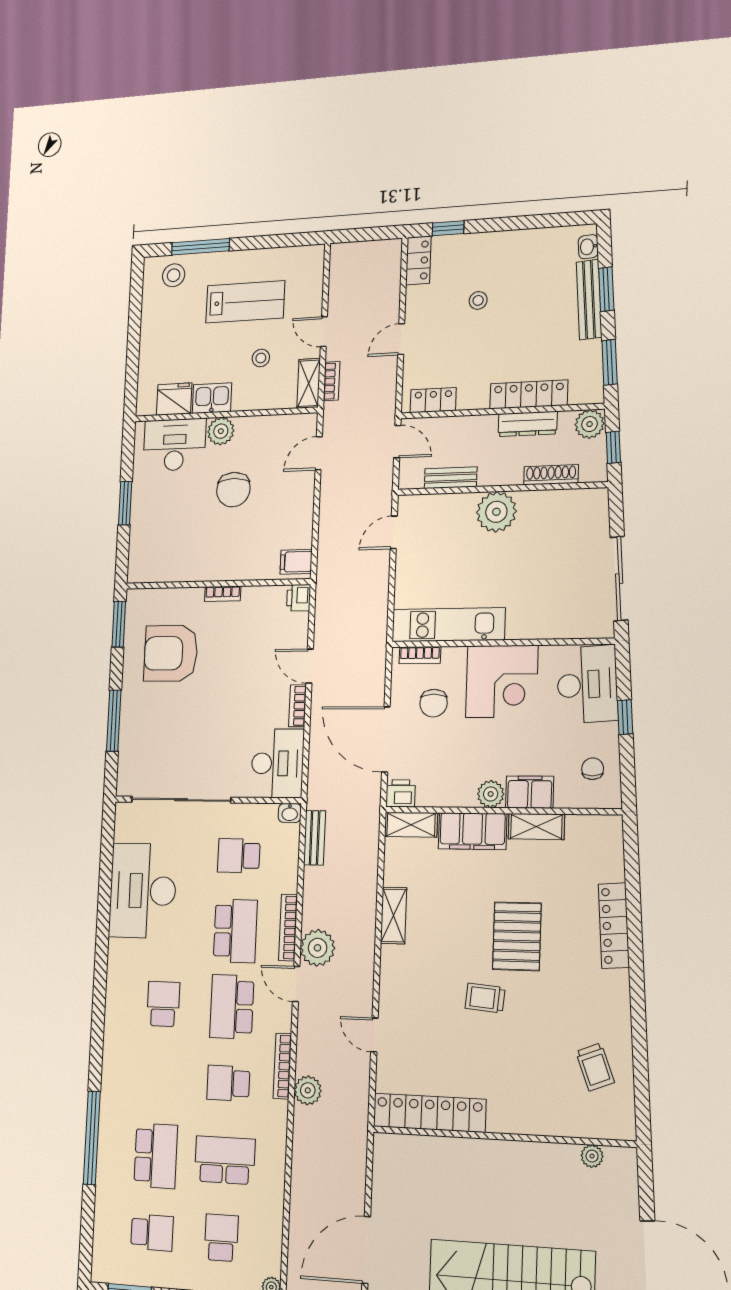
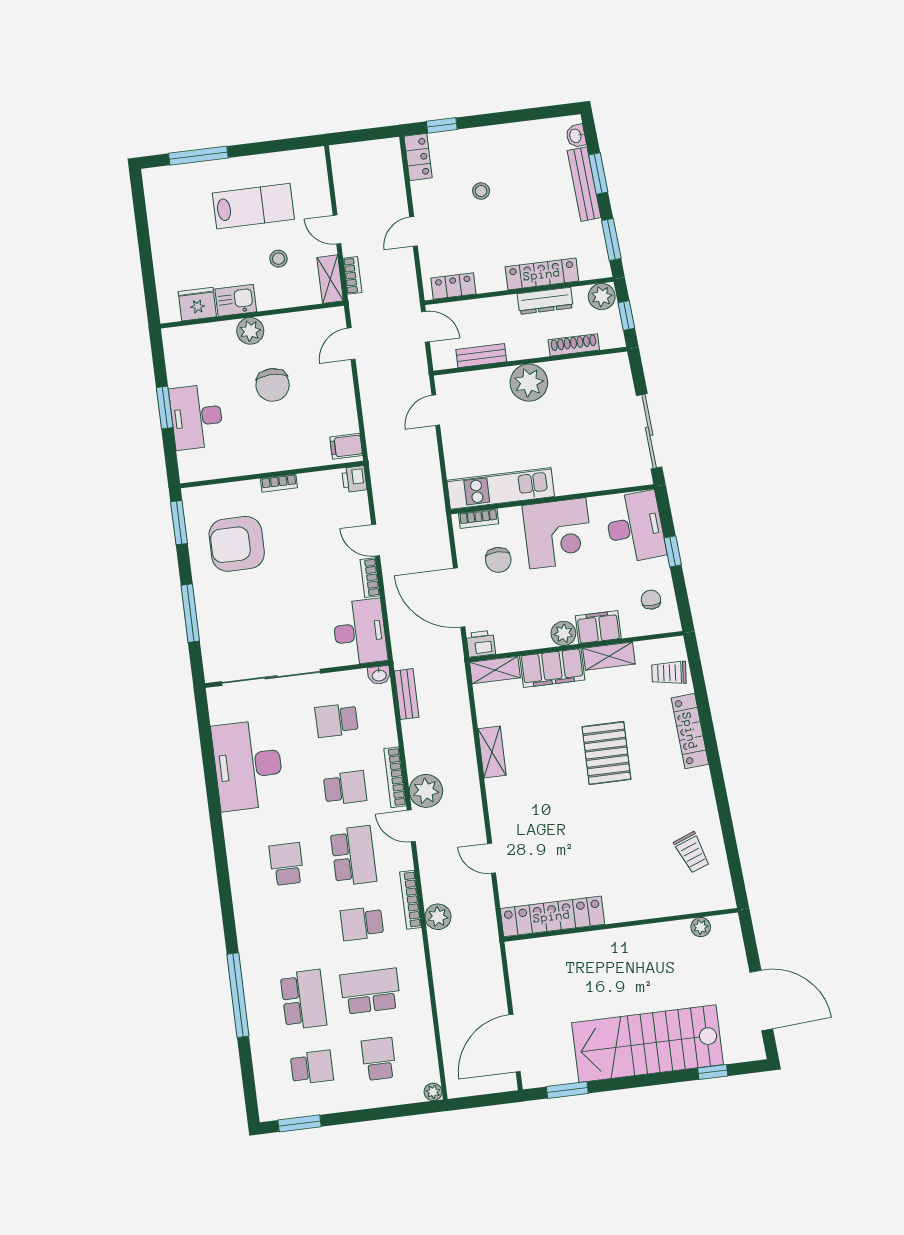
stool: (174, 275) -> (175, 185), removed
desk: (174, 445) -> (197, 417), moved, turned -90
school desk: (235, 931) -> (345, 788), width x0.54
trolley: (485, 998) -> (669, 673), moved
school desk: (232, 1007) -> (353, 856), turned 180

